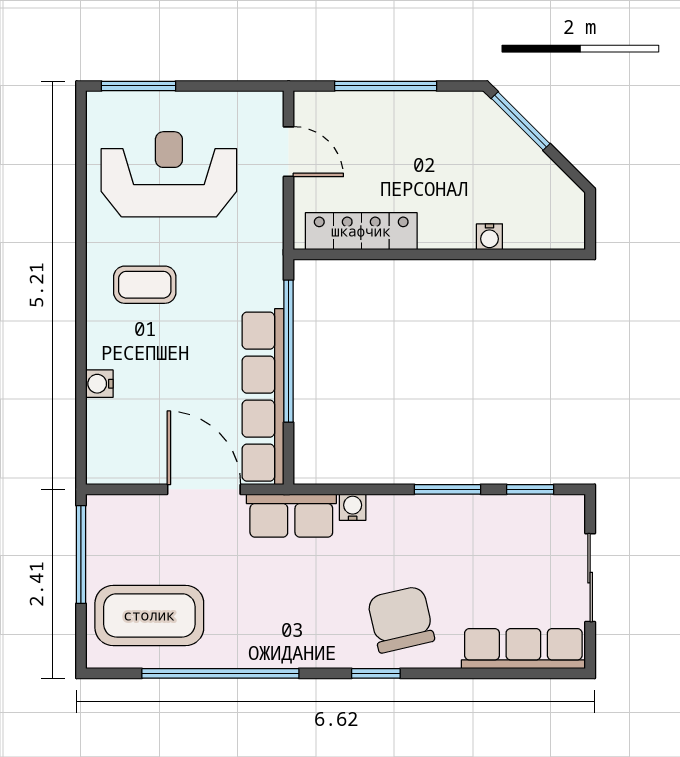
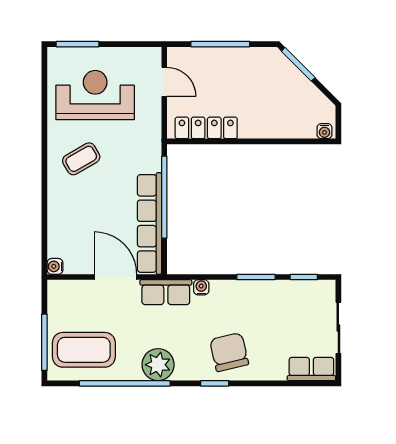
water cooler: (489, 237) -> (324, 131), moved
coffee table: (145, 285) -> (81, 159), turned -30
water cooler: (99, 384) -> (55, 266), moved
window: (81, 555) -> (44, 342), moved
plant: (278, 641) -> (158, 365), added
row of seats: (523, 649) -> (311, 369), width x0.68

